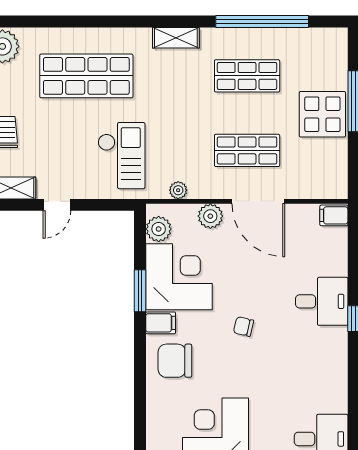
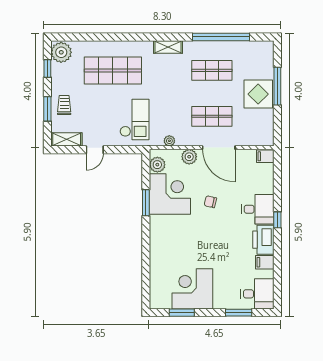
filing cabinet: (161, 323) -> (265, 262), moved, turned 180
chair: (243, 327) -> (210, 202), moved
printer: (331, 351) -> (263, 240), added
chair: (175, 361) -> (167, 246), removed

